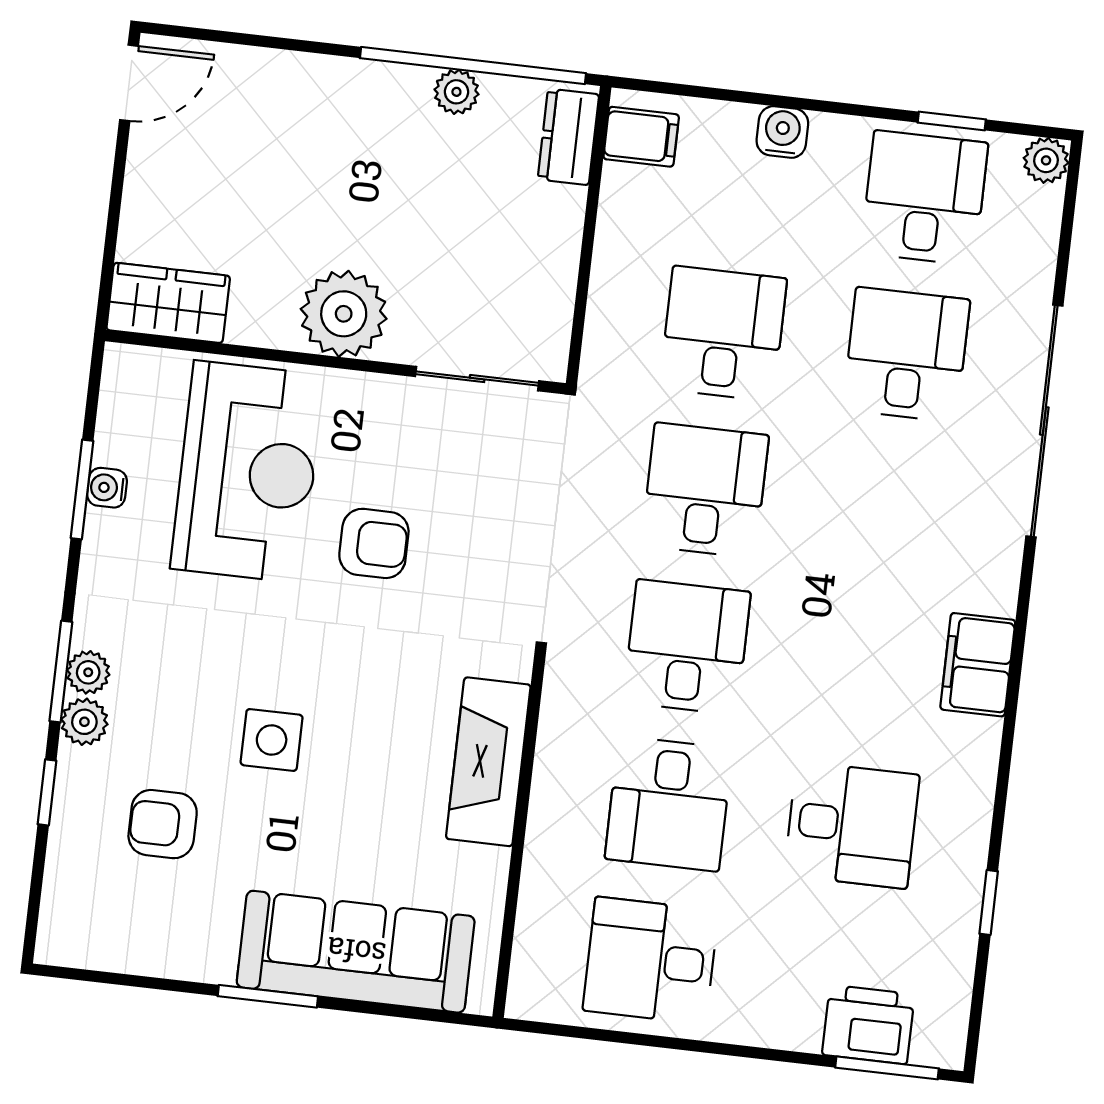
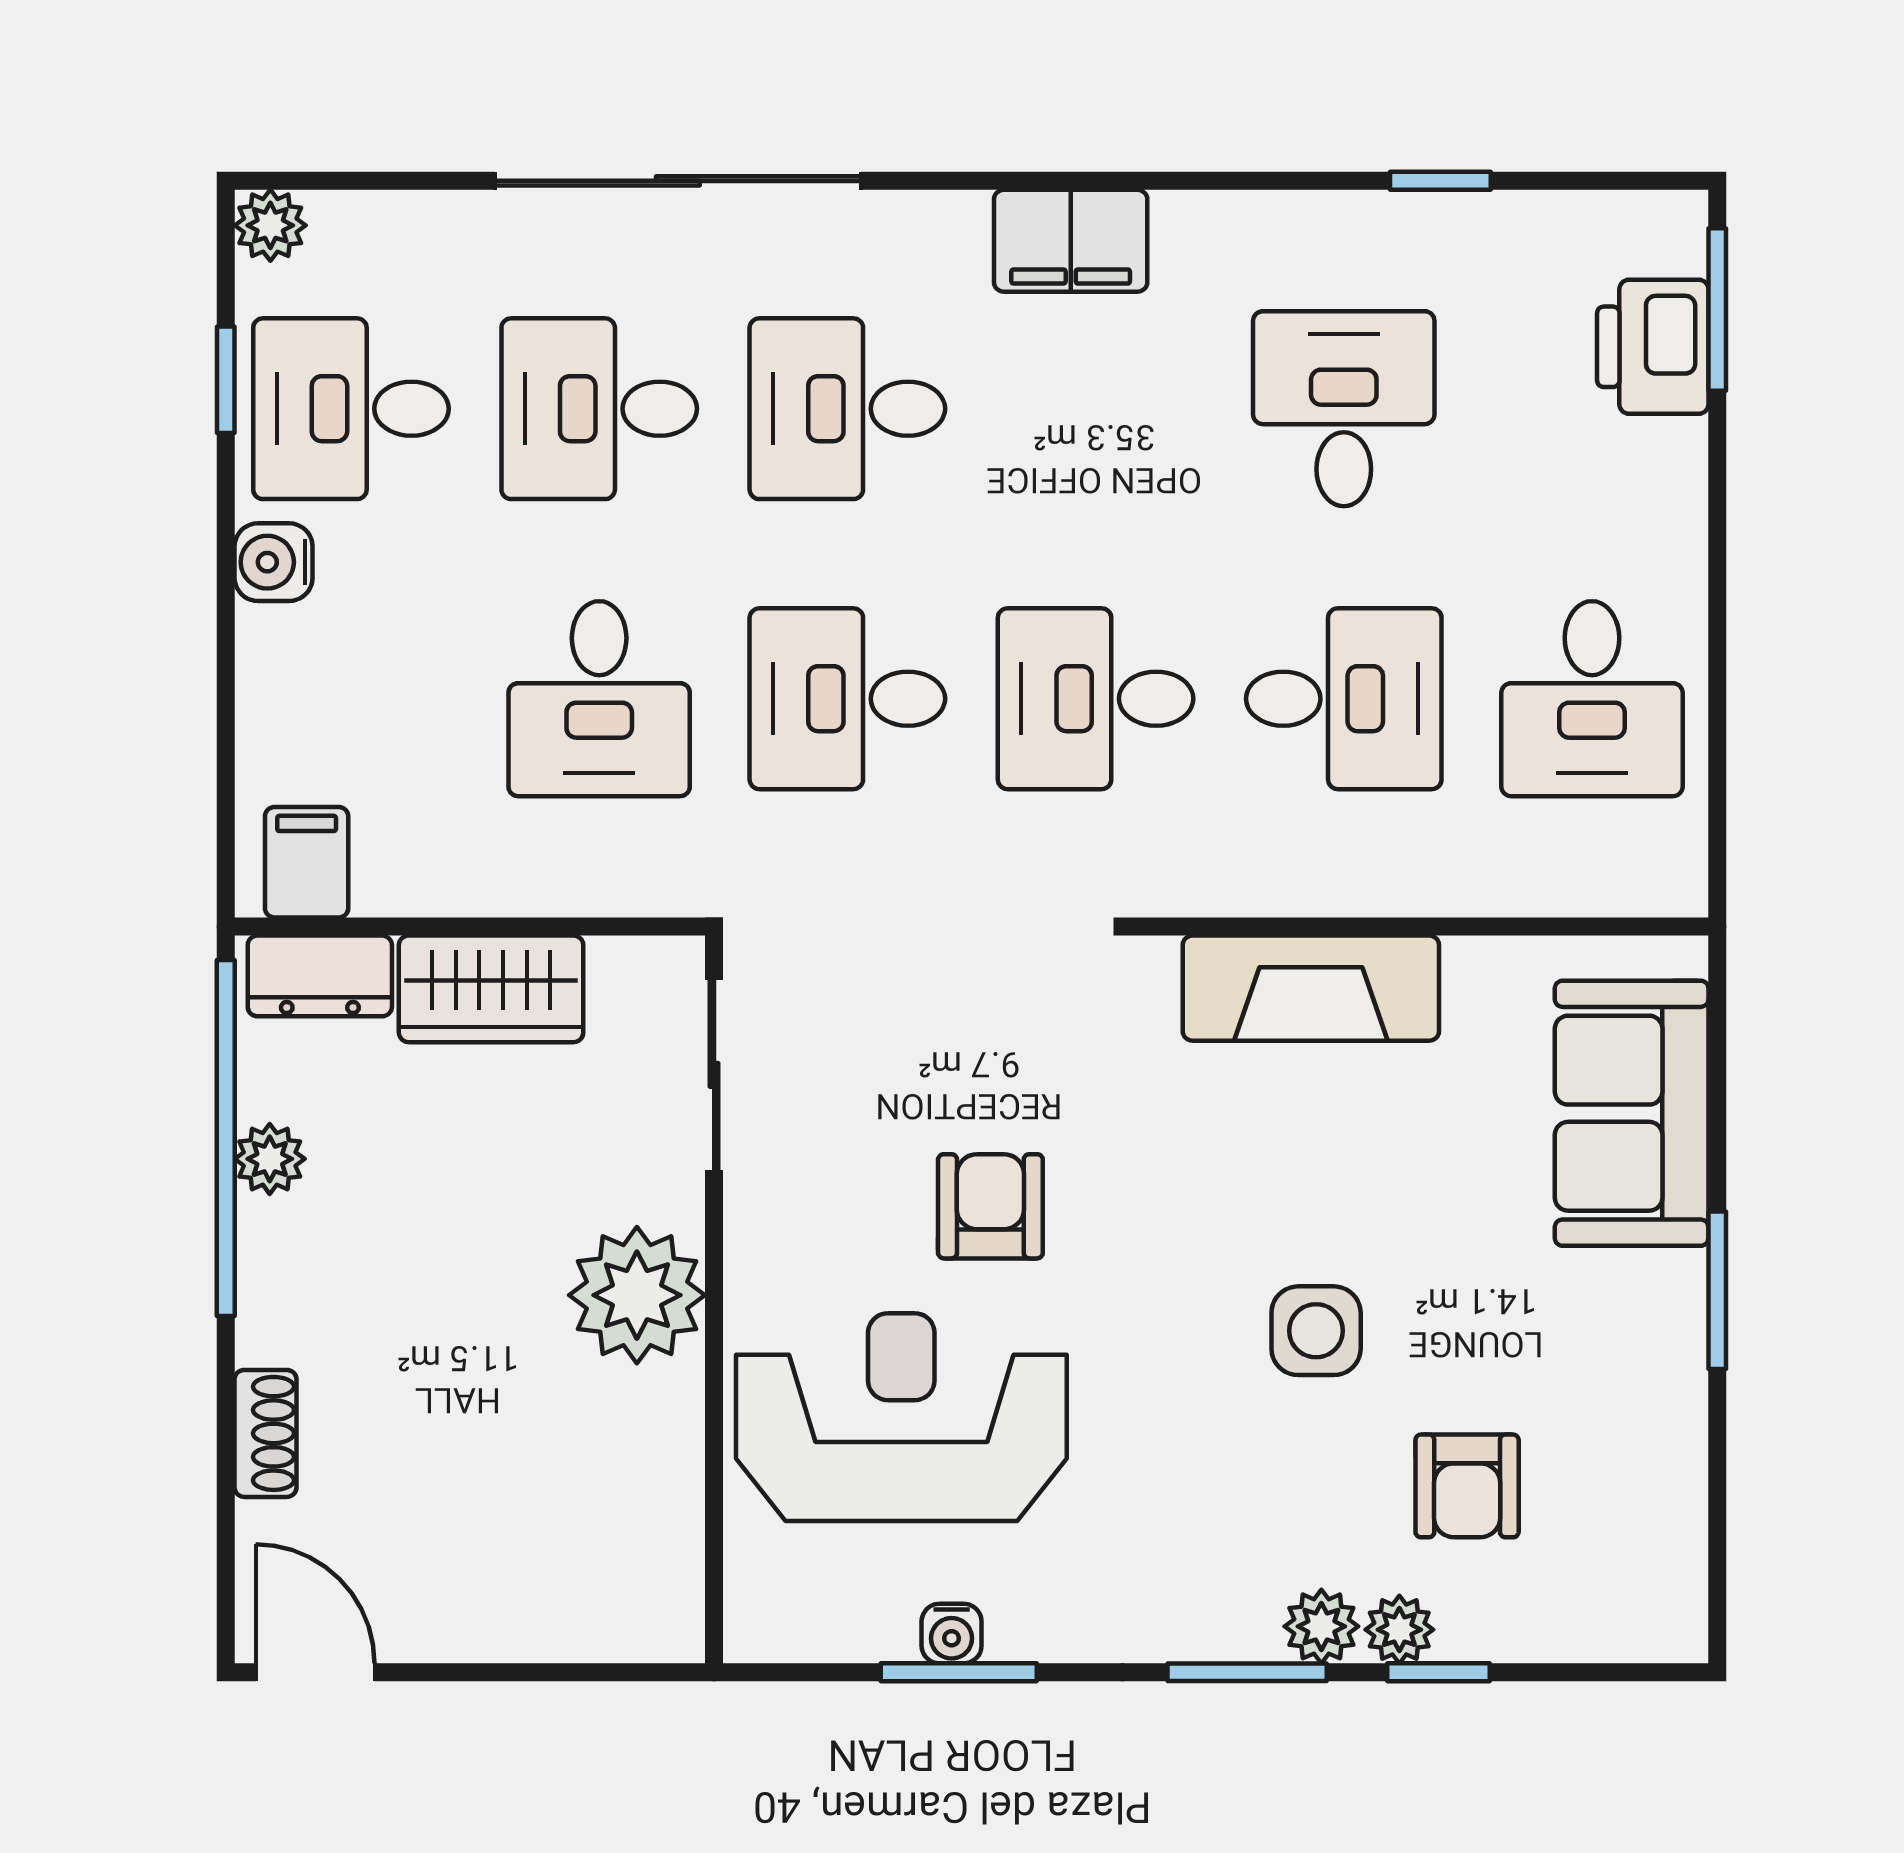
shoe rack: (283, 69) -> (266, 1433), added
water cooler: (782, 132) -> (274, 562), moved
wardrobe: (168, 303) -> (491, 989), moved, turned -90
desk: (723, 333) -> (599, 699), turned -90
desk: (888, 511) -> (847, 409), added
plant: (88, 672) -> (1399, 1630), moved
sofa: (356, 952) -> (1632, 1113), width x0.73

